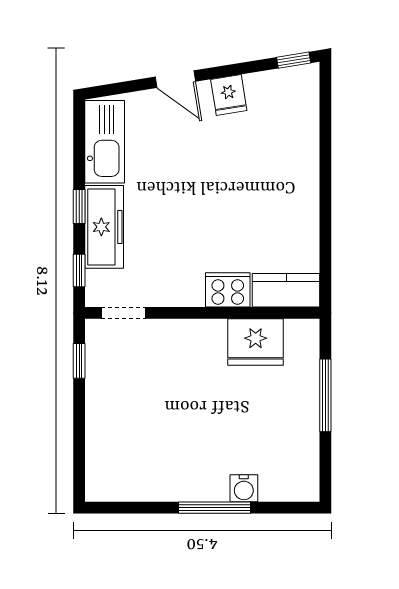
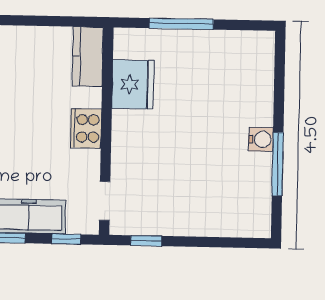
cooker: (228, 290) -> (86, 128), moved
water cooler: (244, 488) -> (261, 139), moved
window: (215, 508) -> (278, 164), moved

